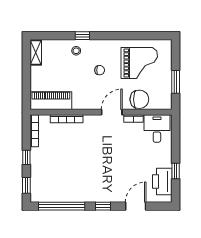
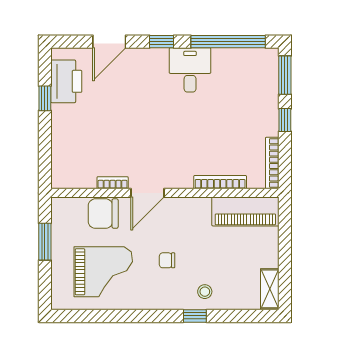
grand piano: (139, 63) -> (103, 272), turned 180
desk: (157, 128) -> (190, 70), moved, turned 180
window: (26, 185) -> (285, 75), width x1.50

